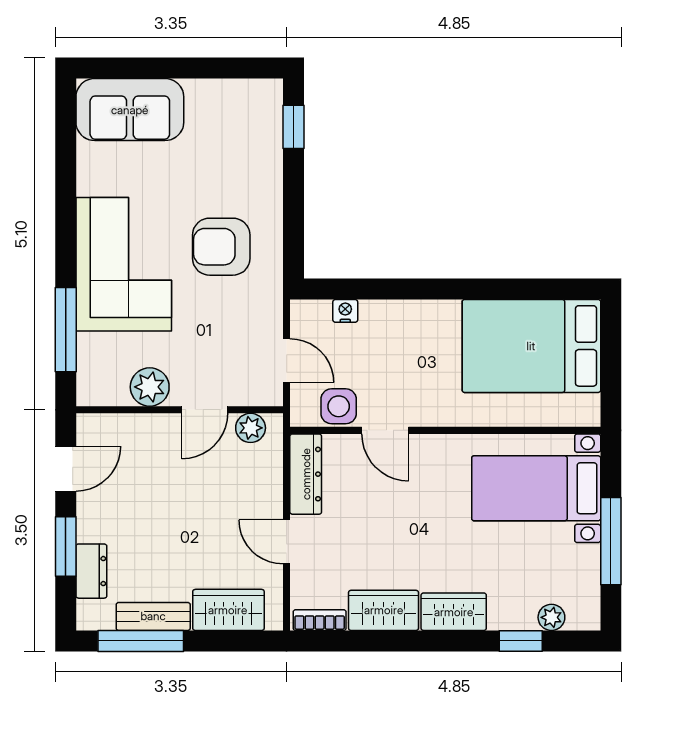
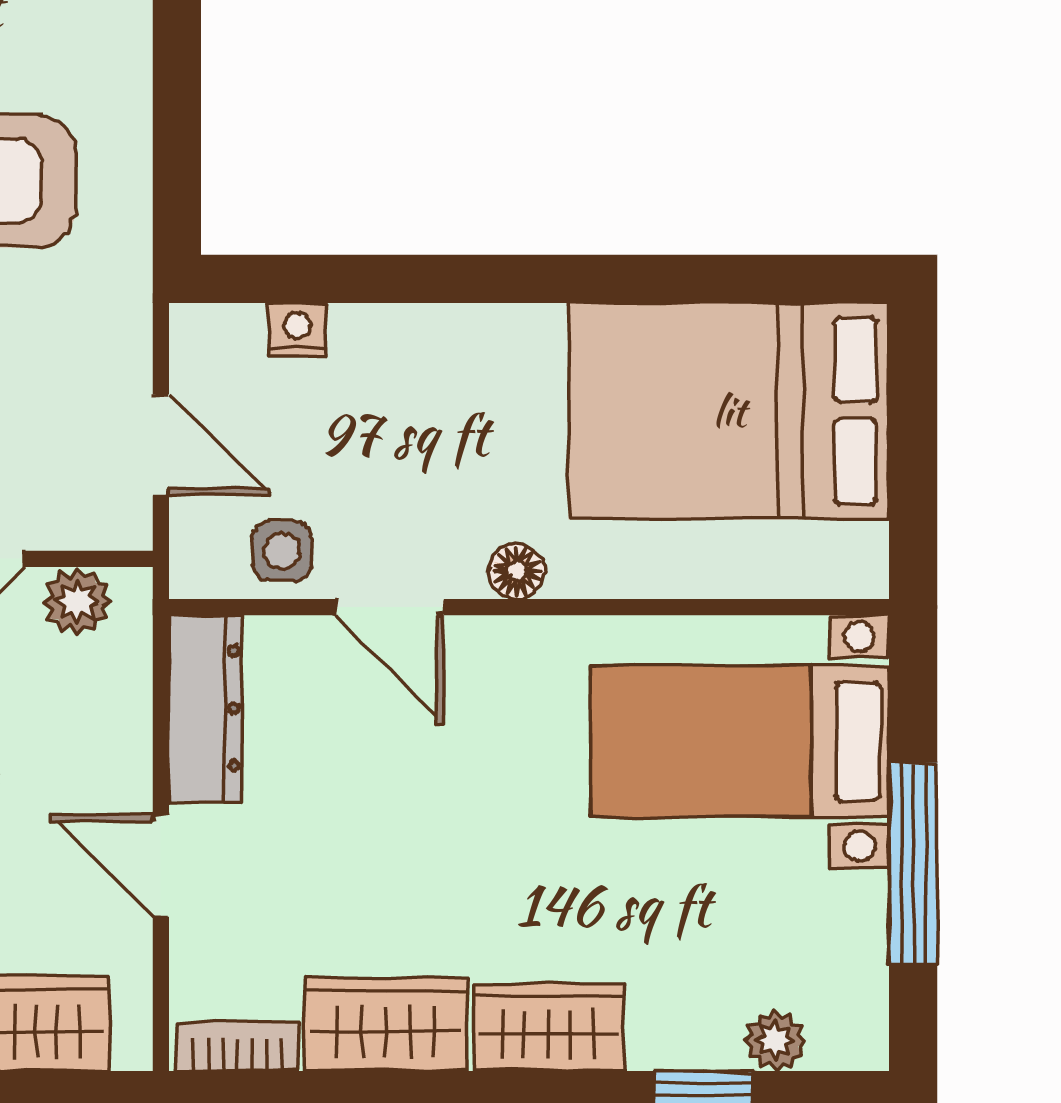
side table: (339, 406) -> (282, 551), width x0.73, depth x0.73
floor lamp: (440, 415) -> (517, 571), added

